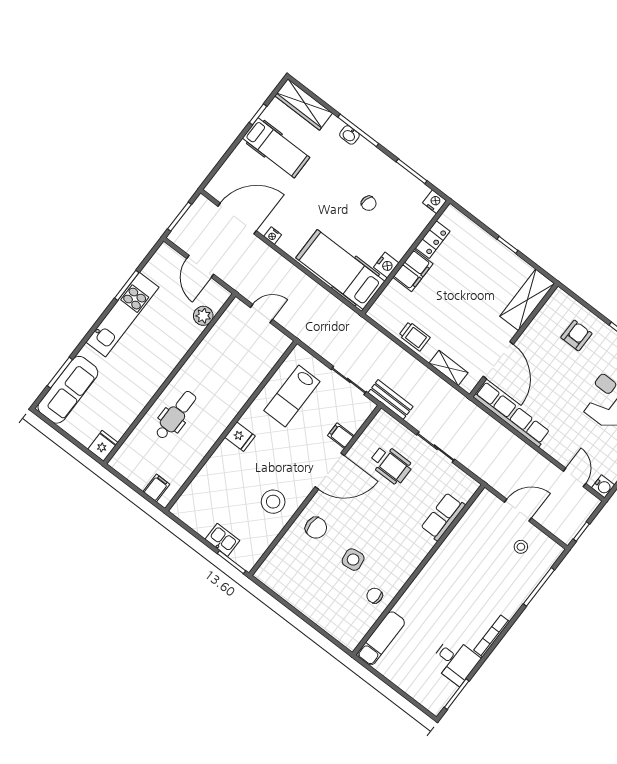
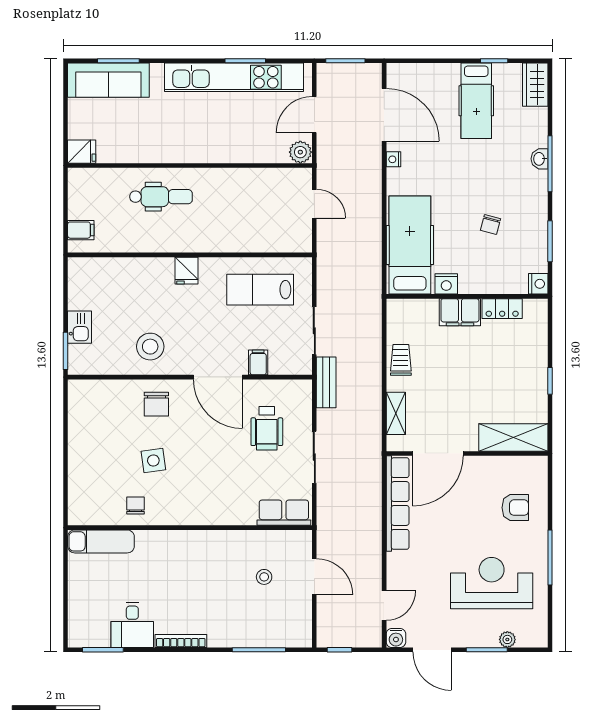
wardrobe: (304, 104) -> (535, 85), width x0.67
kitchen unit: (122, 315) -> (234, 77), width x1.36
plant: (203, 316) -> (300, 152), moved
trolley: (414, 336) -> (401, 360), turned 180
row of seats: (443, 517) -> (284, 513), moved
stool: (521, 547) -> (264, 577), moved

